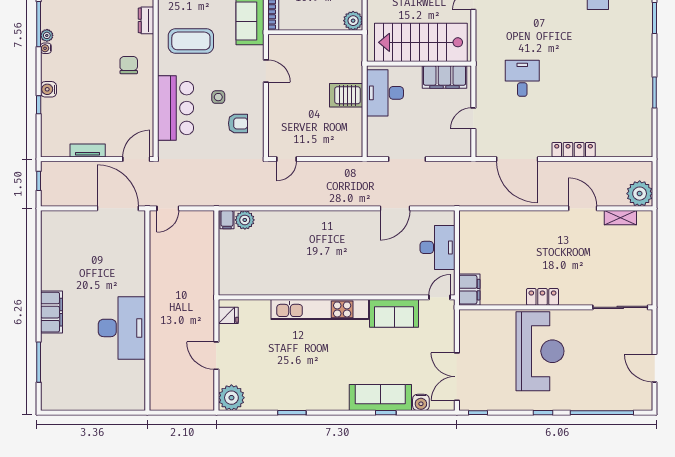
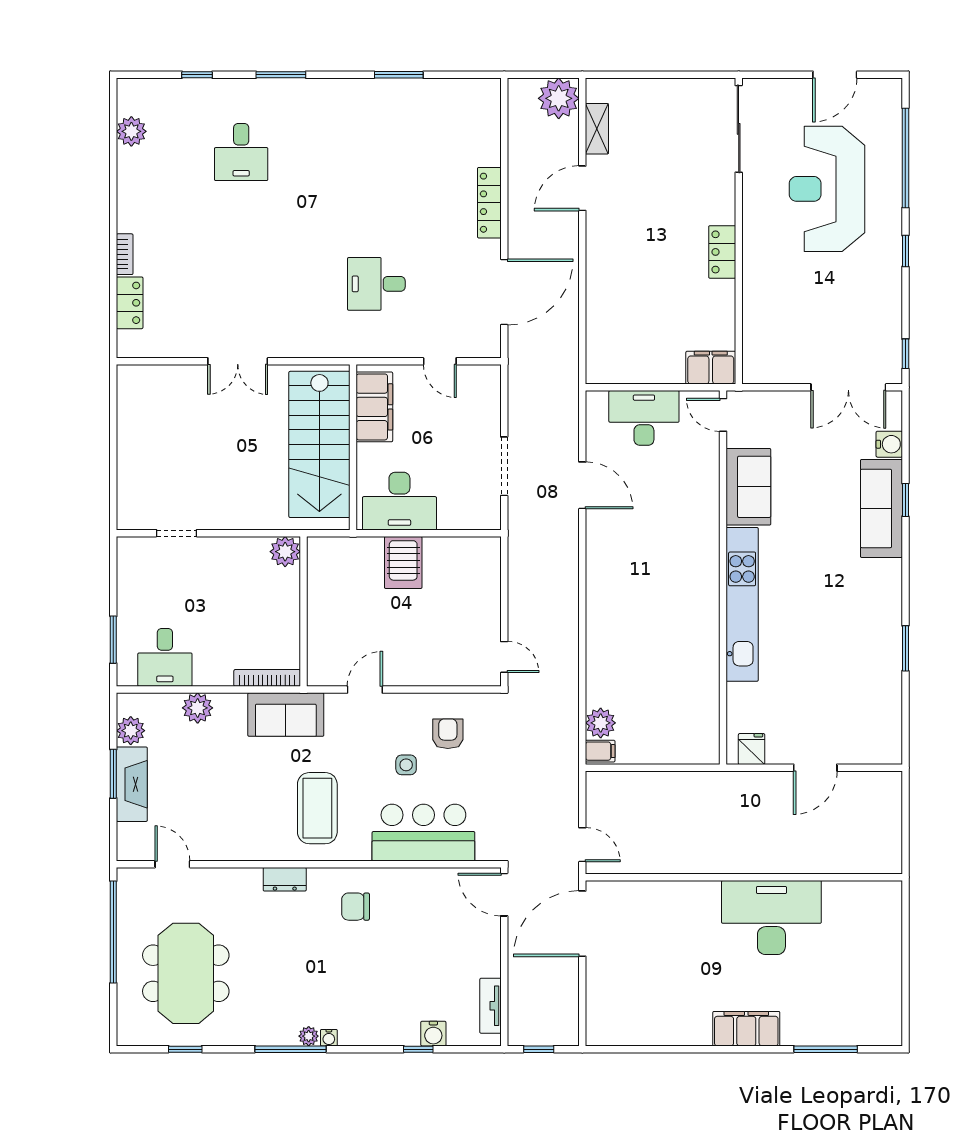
water cooler: (48, 89) -> (433, 1034), moved
tv unit: (88, 150) -> (491, 1006), moved
reception desk: (540, 351) -> (827, 189), moved, turned -90
plant: (231, 398) -> (882, 744), removed

